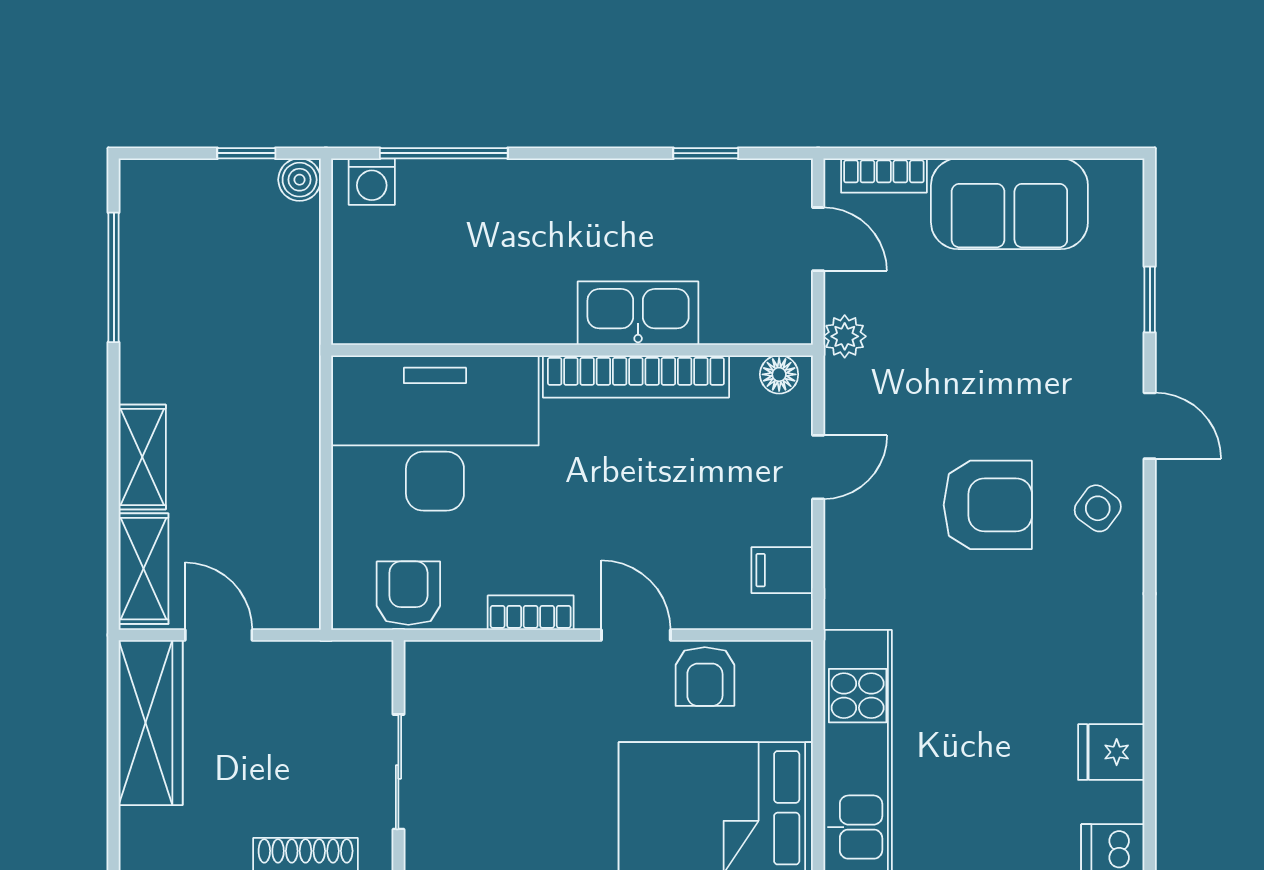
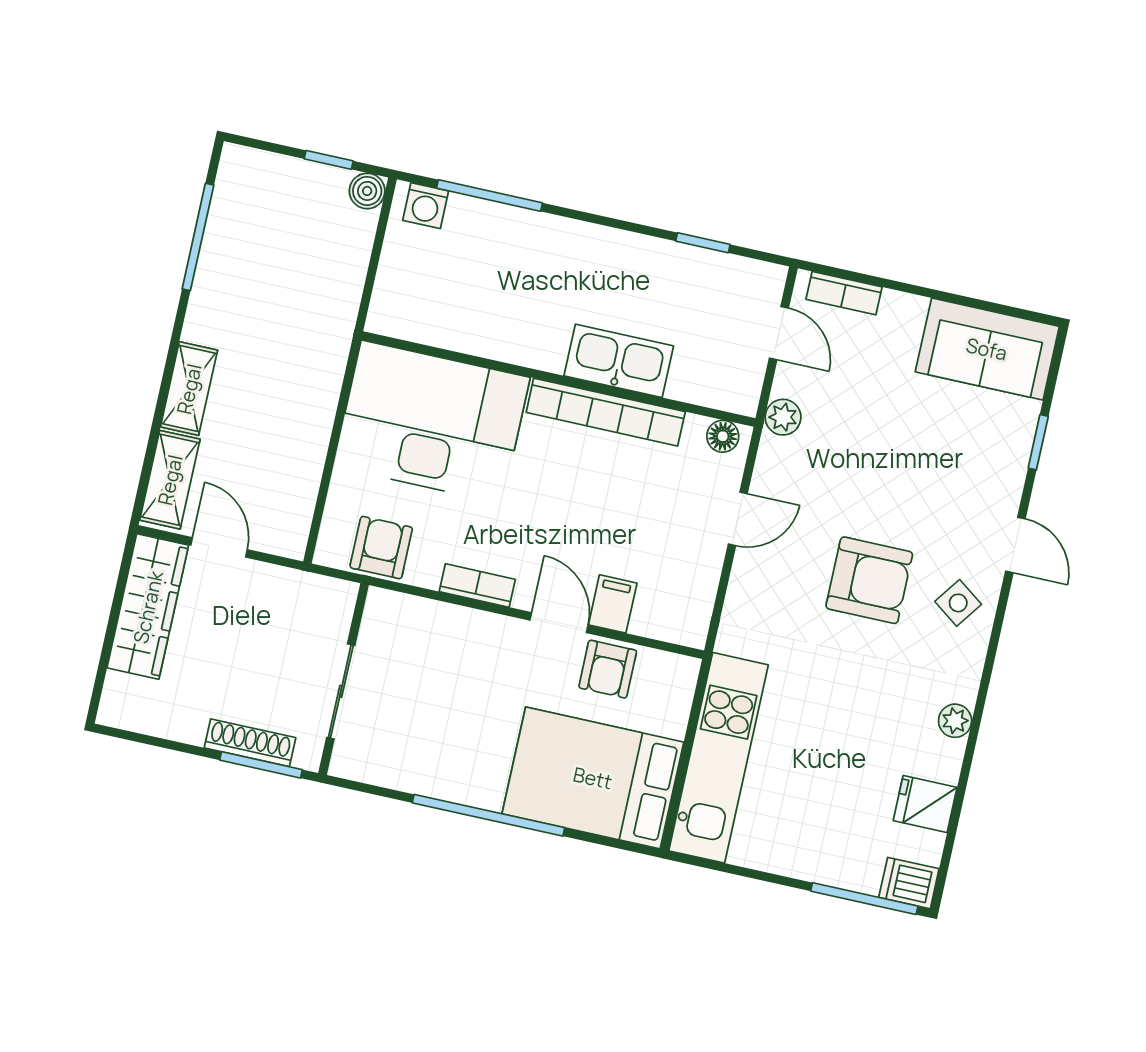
sofa: (1009, 204) -> (987, 349), moved
filing cabinet: (782, 570) -> (613, 604), moved, turned 90
plant: (1125, 647) -> (955, 721), added

